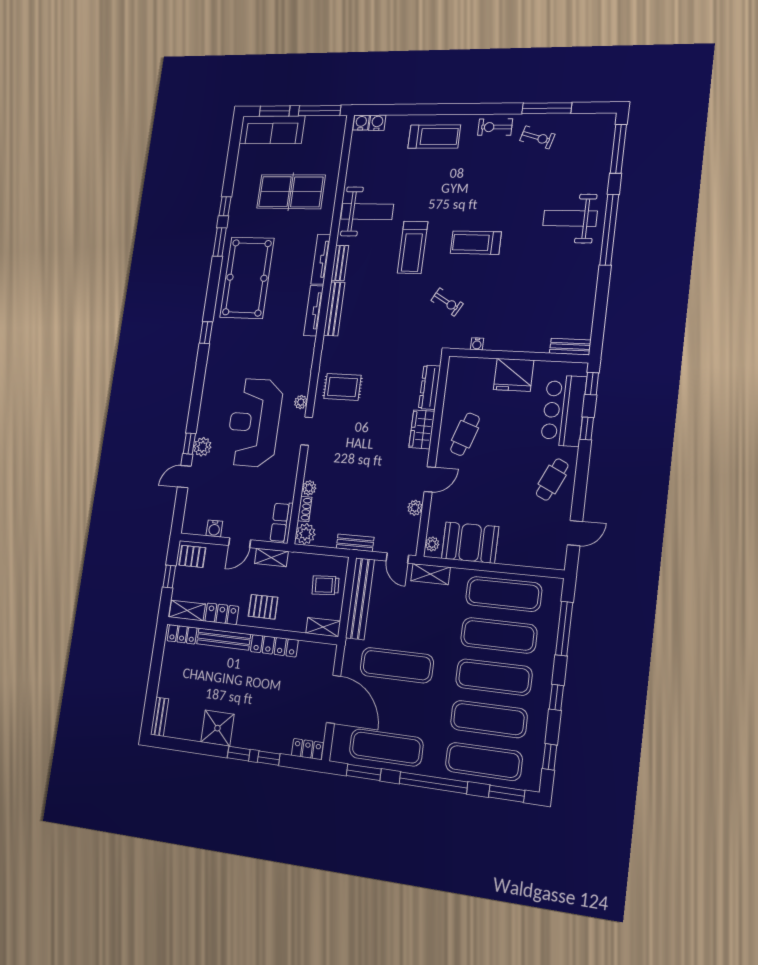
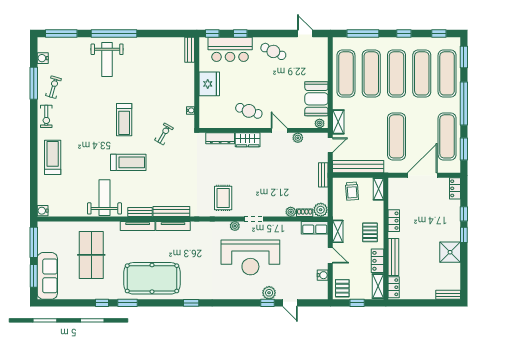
water cooler: (377, 123) -> (43, 58), moved
locker: (274, 646) -> (394, 221), width x0.66

